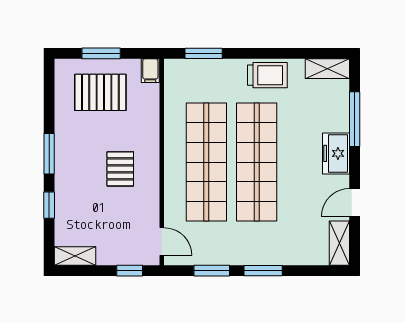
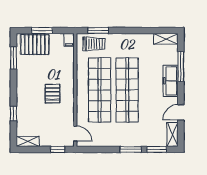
trolley: (267, 75) -> (94, 44), moved
pallet: (100, 92) -> (35, 45), moved
freezer: (336, 153) -> (171, 81), width x1.40
window: (49, 154) -> (14, 58), moved
window: (212, 271) -> (157, 149), moved

